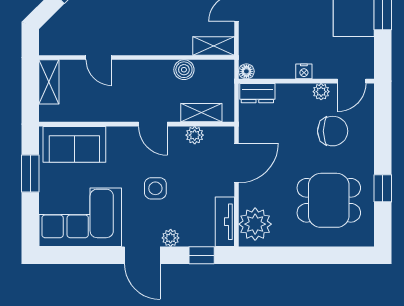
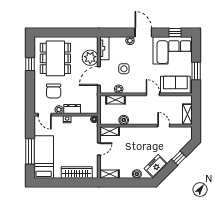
door: (352, 81) -> (45, 115), swing flipped
dresser: (257, 93) -> (72, 109), moved
door: (153, 124) -> (153, 94), moved
chair: (333, 131) -> (54, 91), turned -90
side table: (155, 188) -> (124, 69), moved
dining table: (329, 200) -> (55, 58), width x1.38
plant: (255, 224) -> (90, 58), moved
window: (202, 255) -> (175, 32), moved

